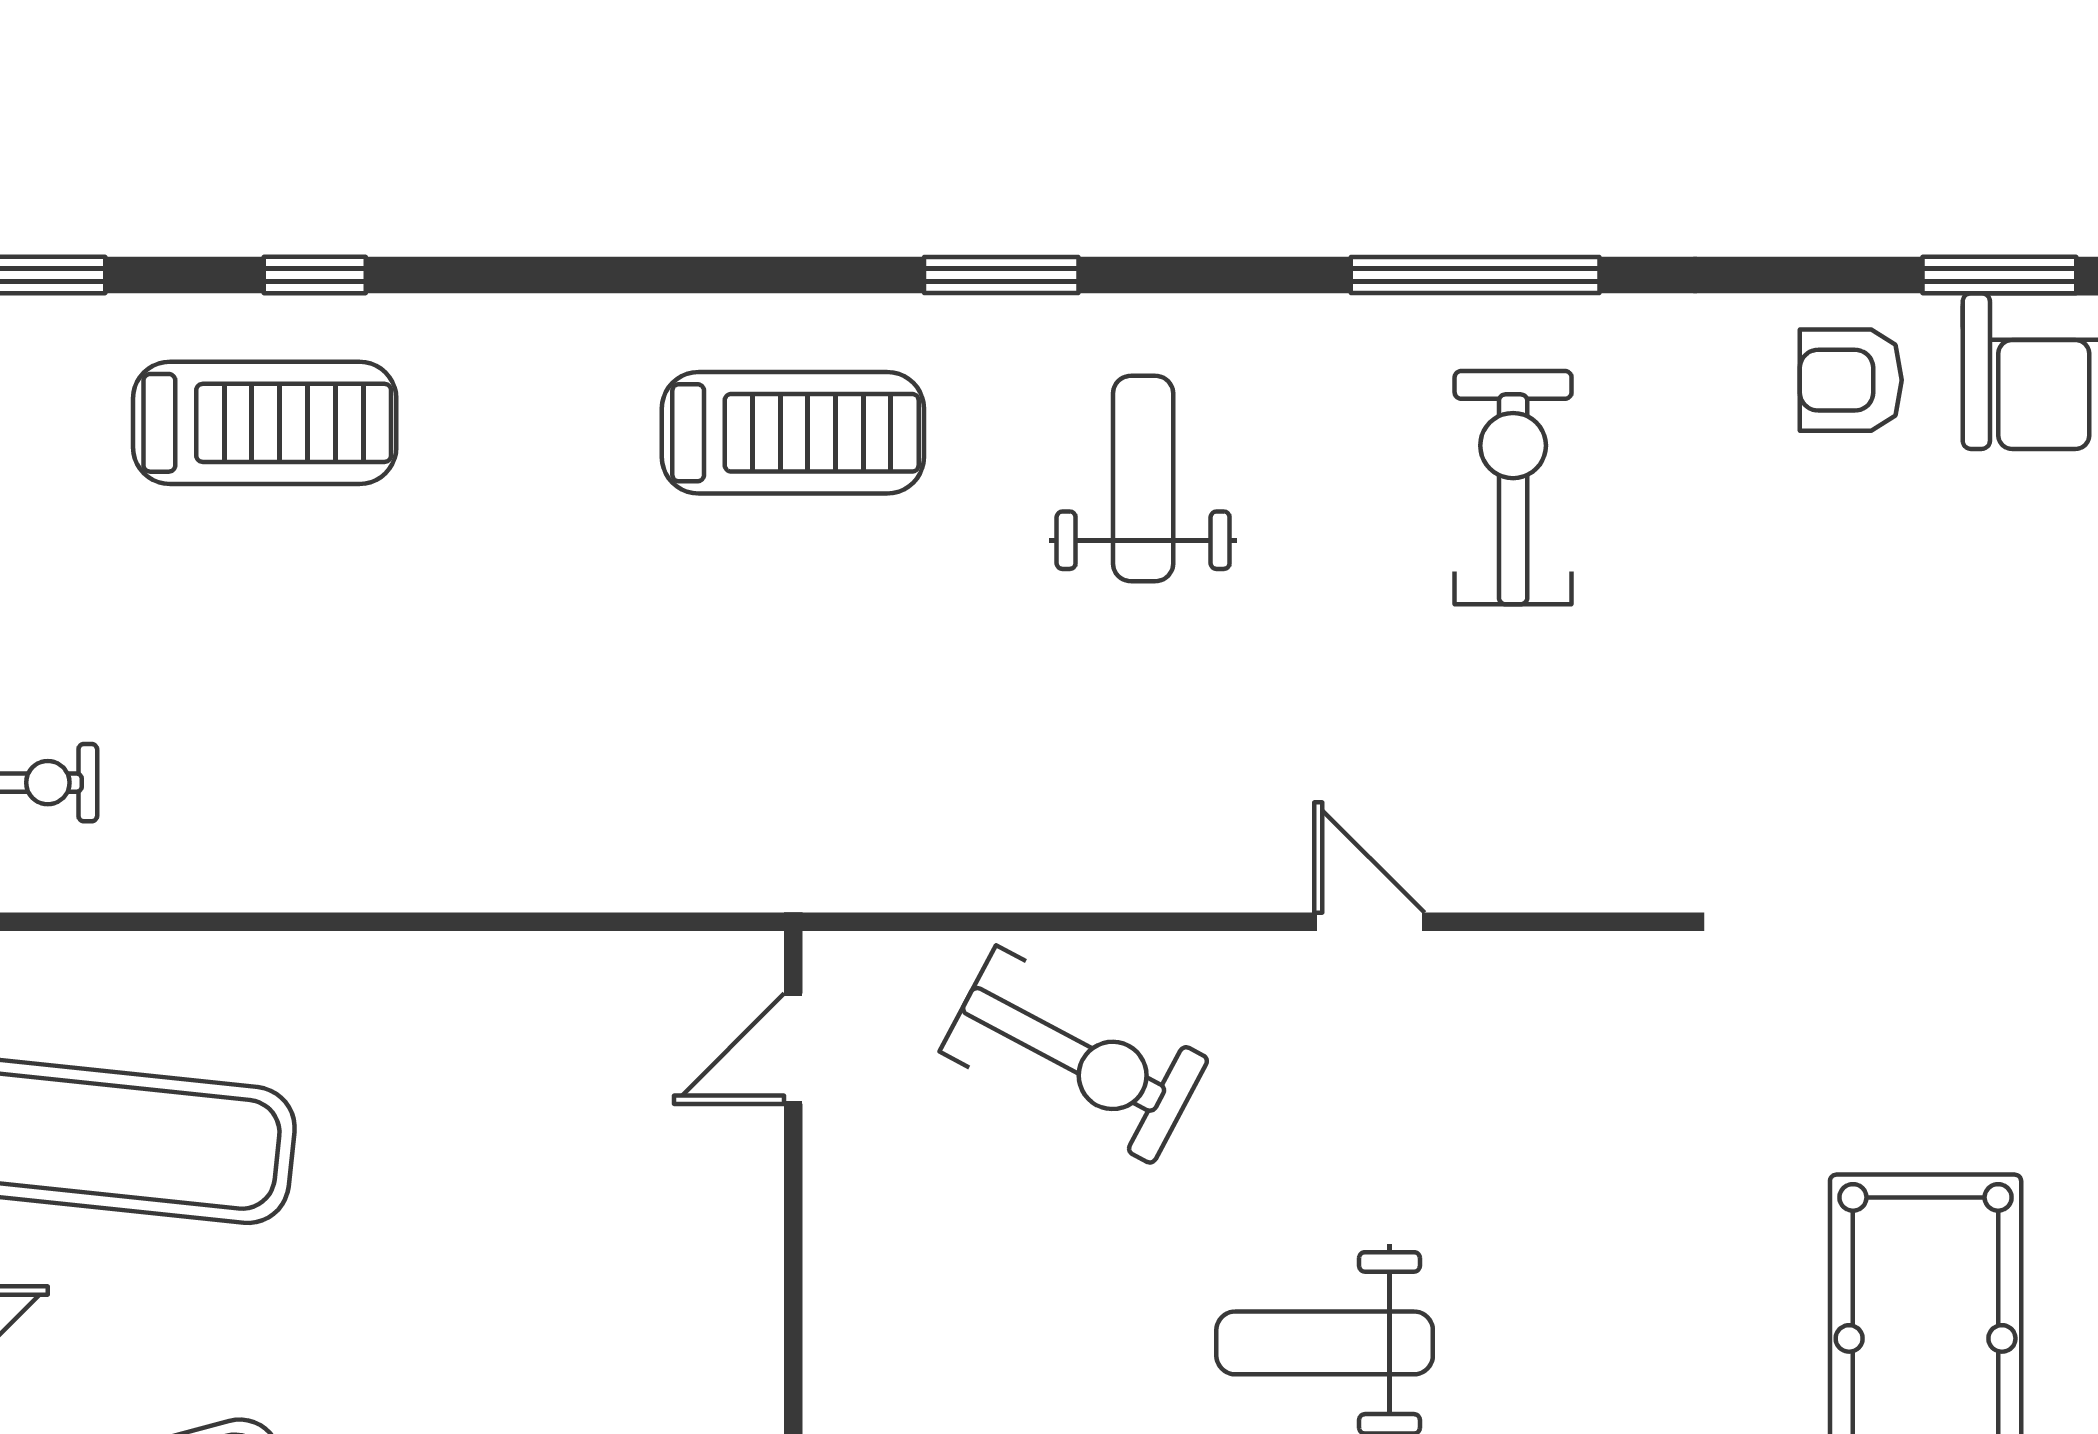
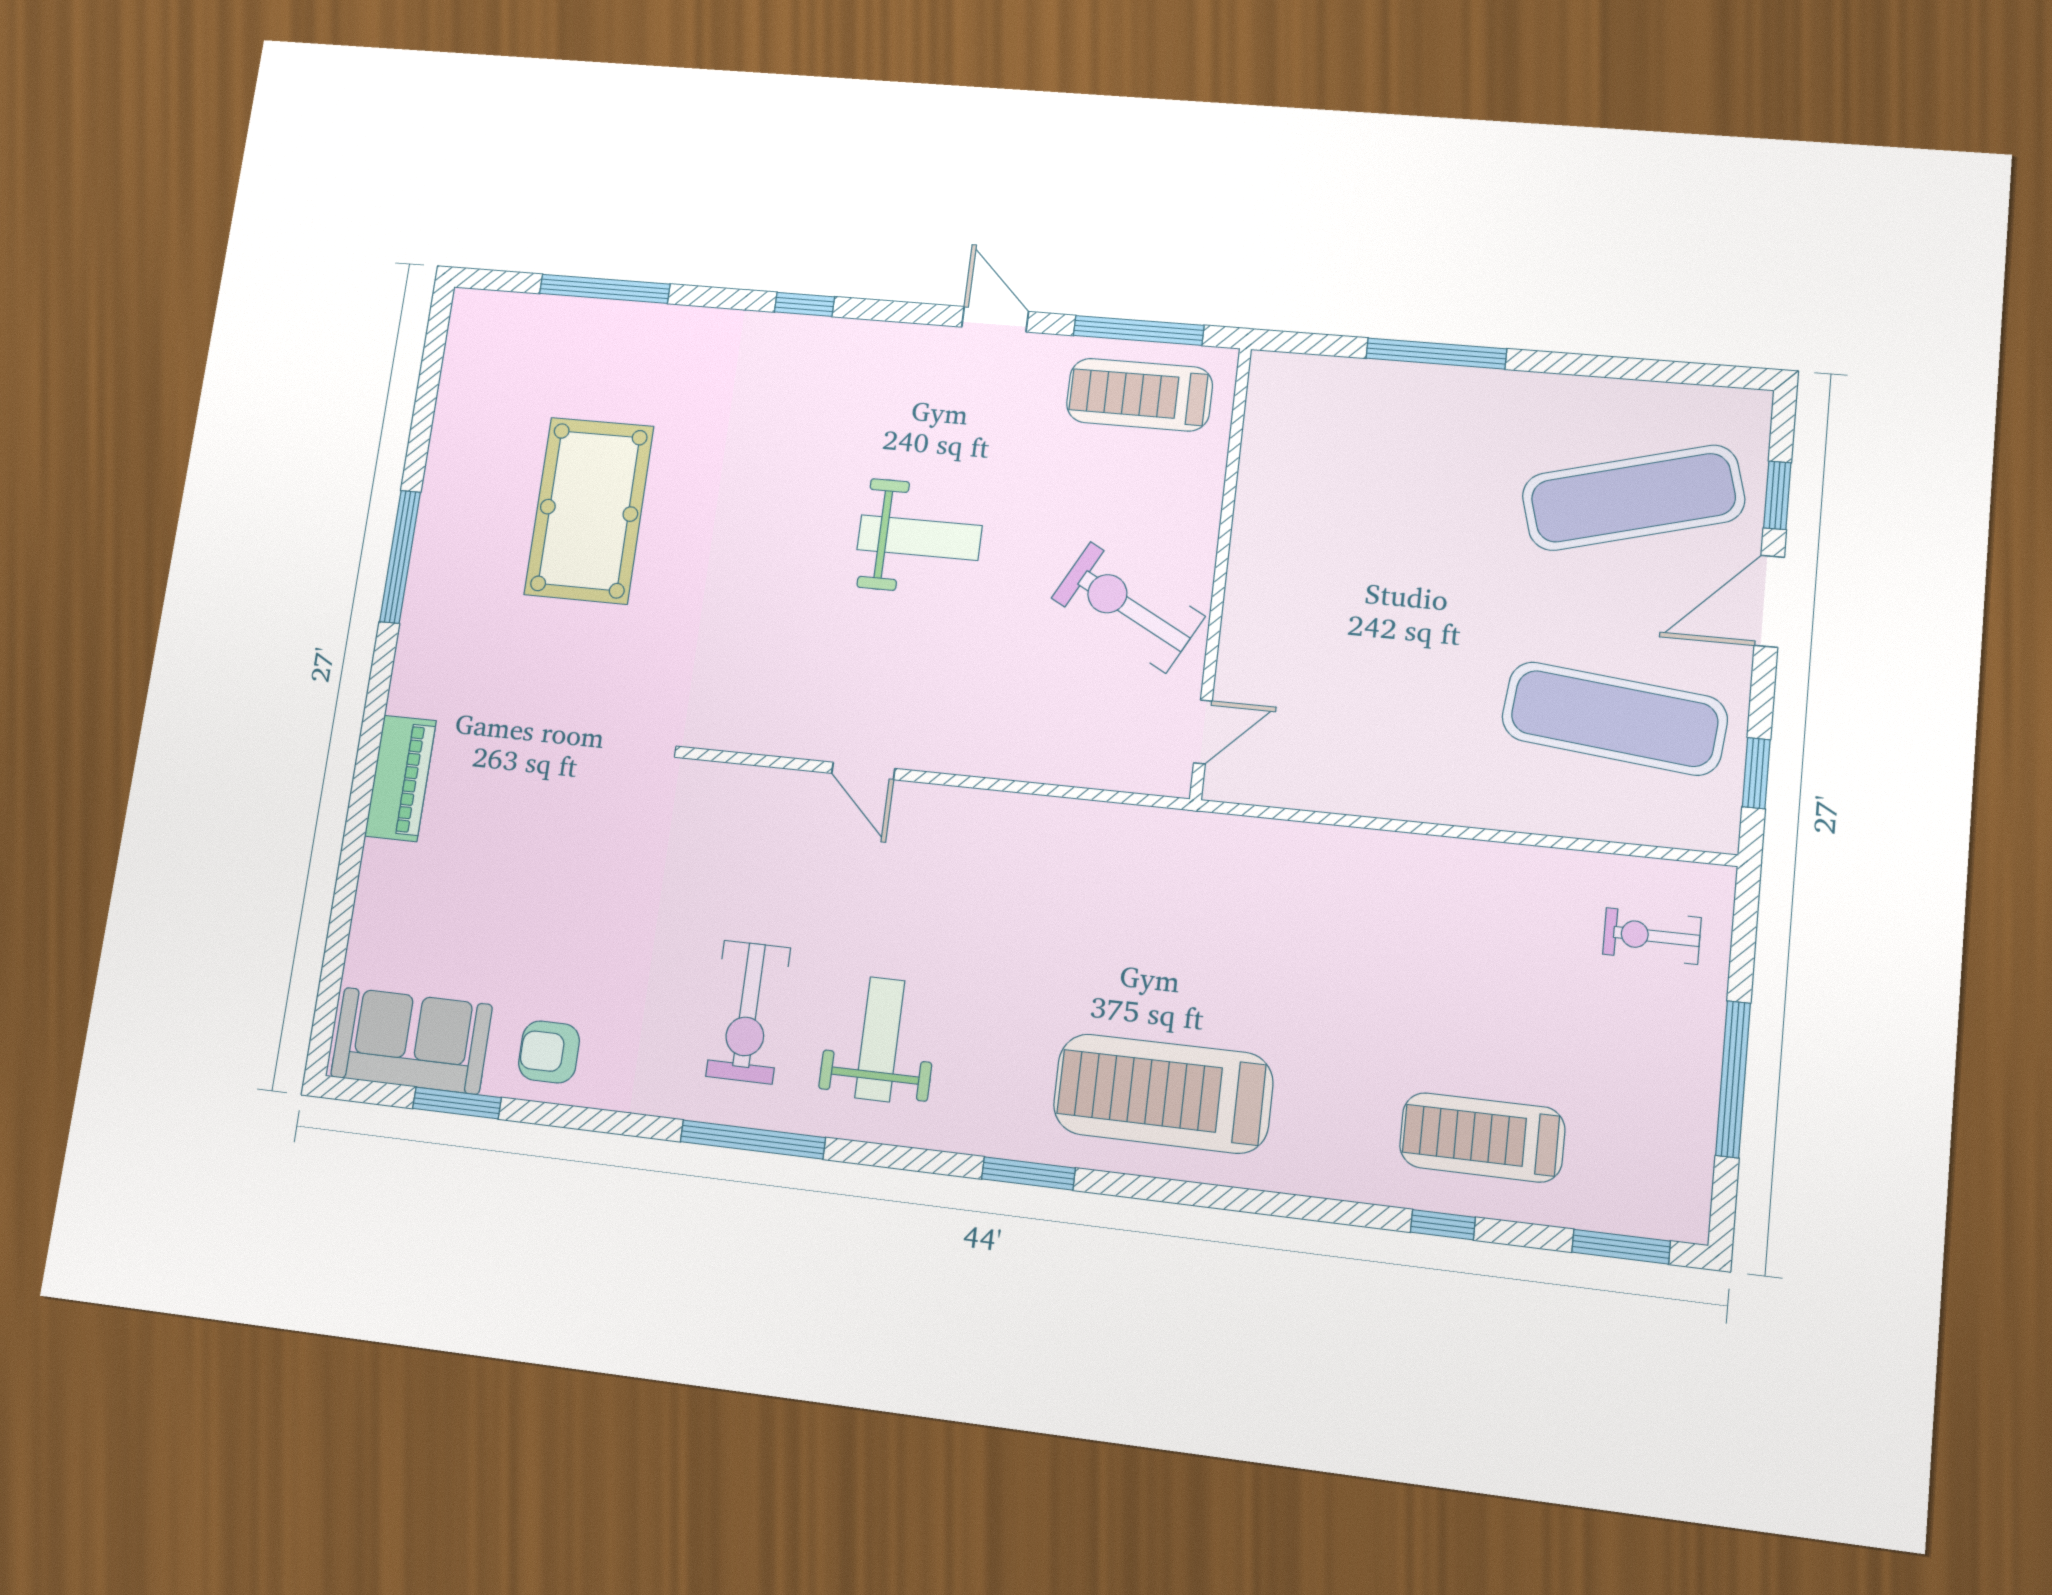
armchair: (1851, 380) -> (549, 1052), turned 180
treadmill: (793, 433) -> (1163, 1093), width x1.37, depth x1.37
weight bench: (1143, 479) -> (880, 1039), moved, turned 180
exercise bike: (1074, 1055) -> (1128, 607), moved

